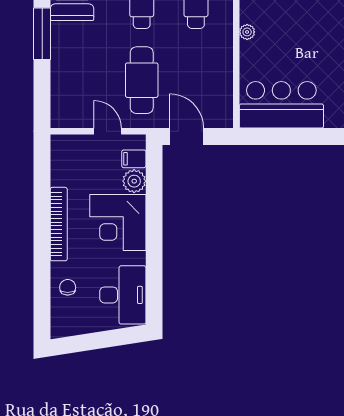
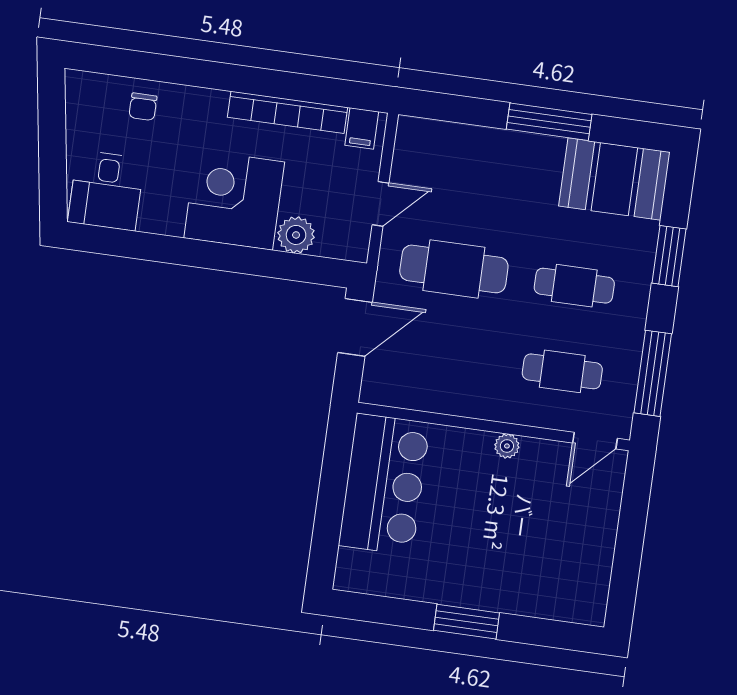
filing cabinet: (134, 159) -> (362, 128), moved, turned 180
bookcase: (59, 224) -> (287, 112), moved
chair: (68, 287) -> (143, 107), turned 90
desk: (123, 295) -> (106, 190), width x0.73

